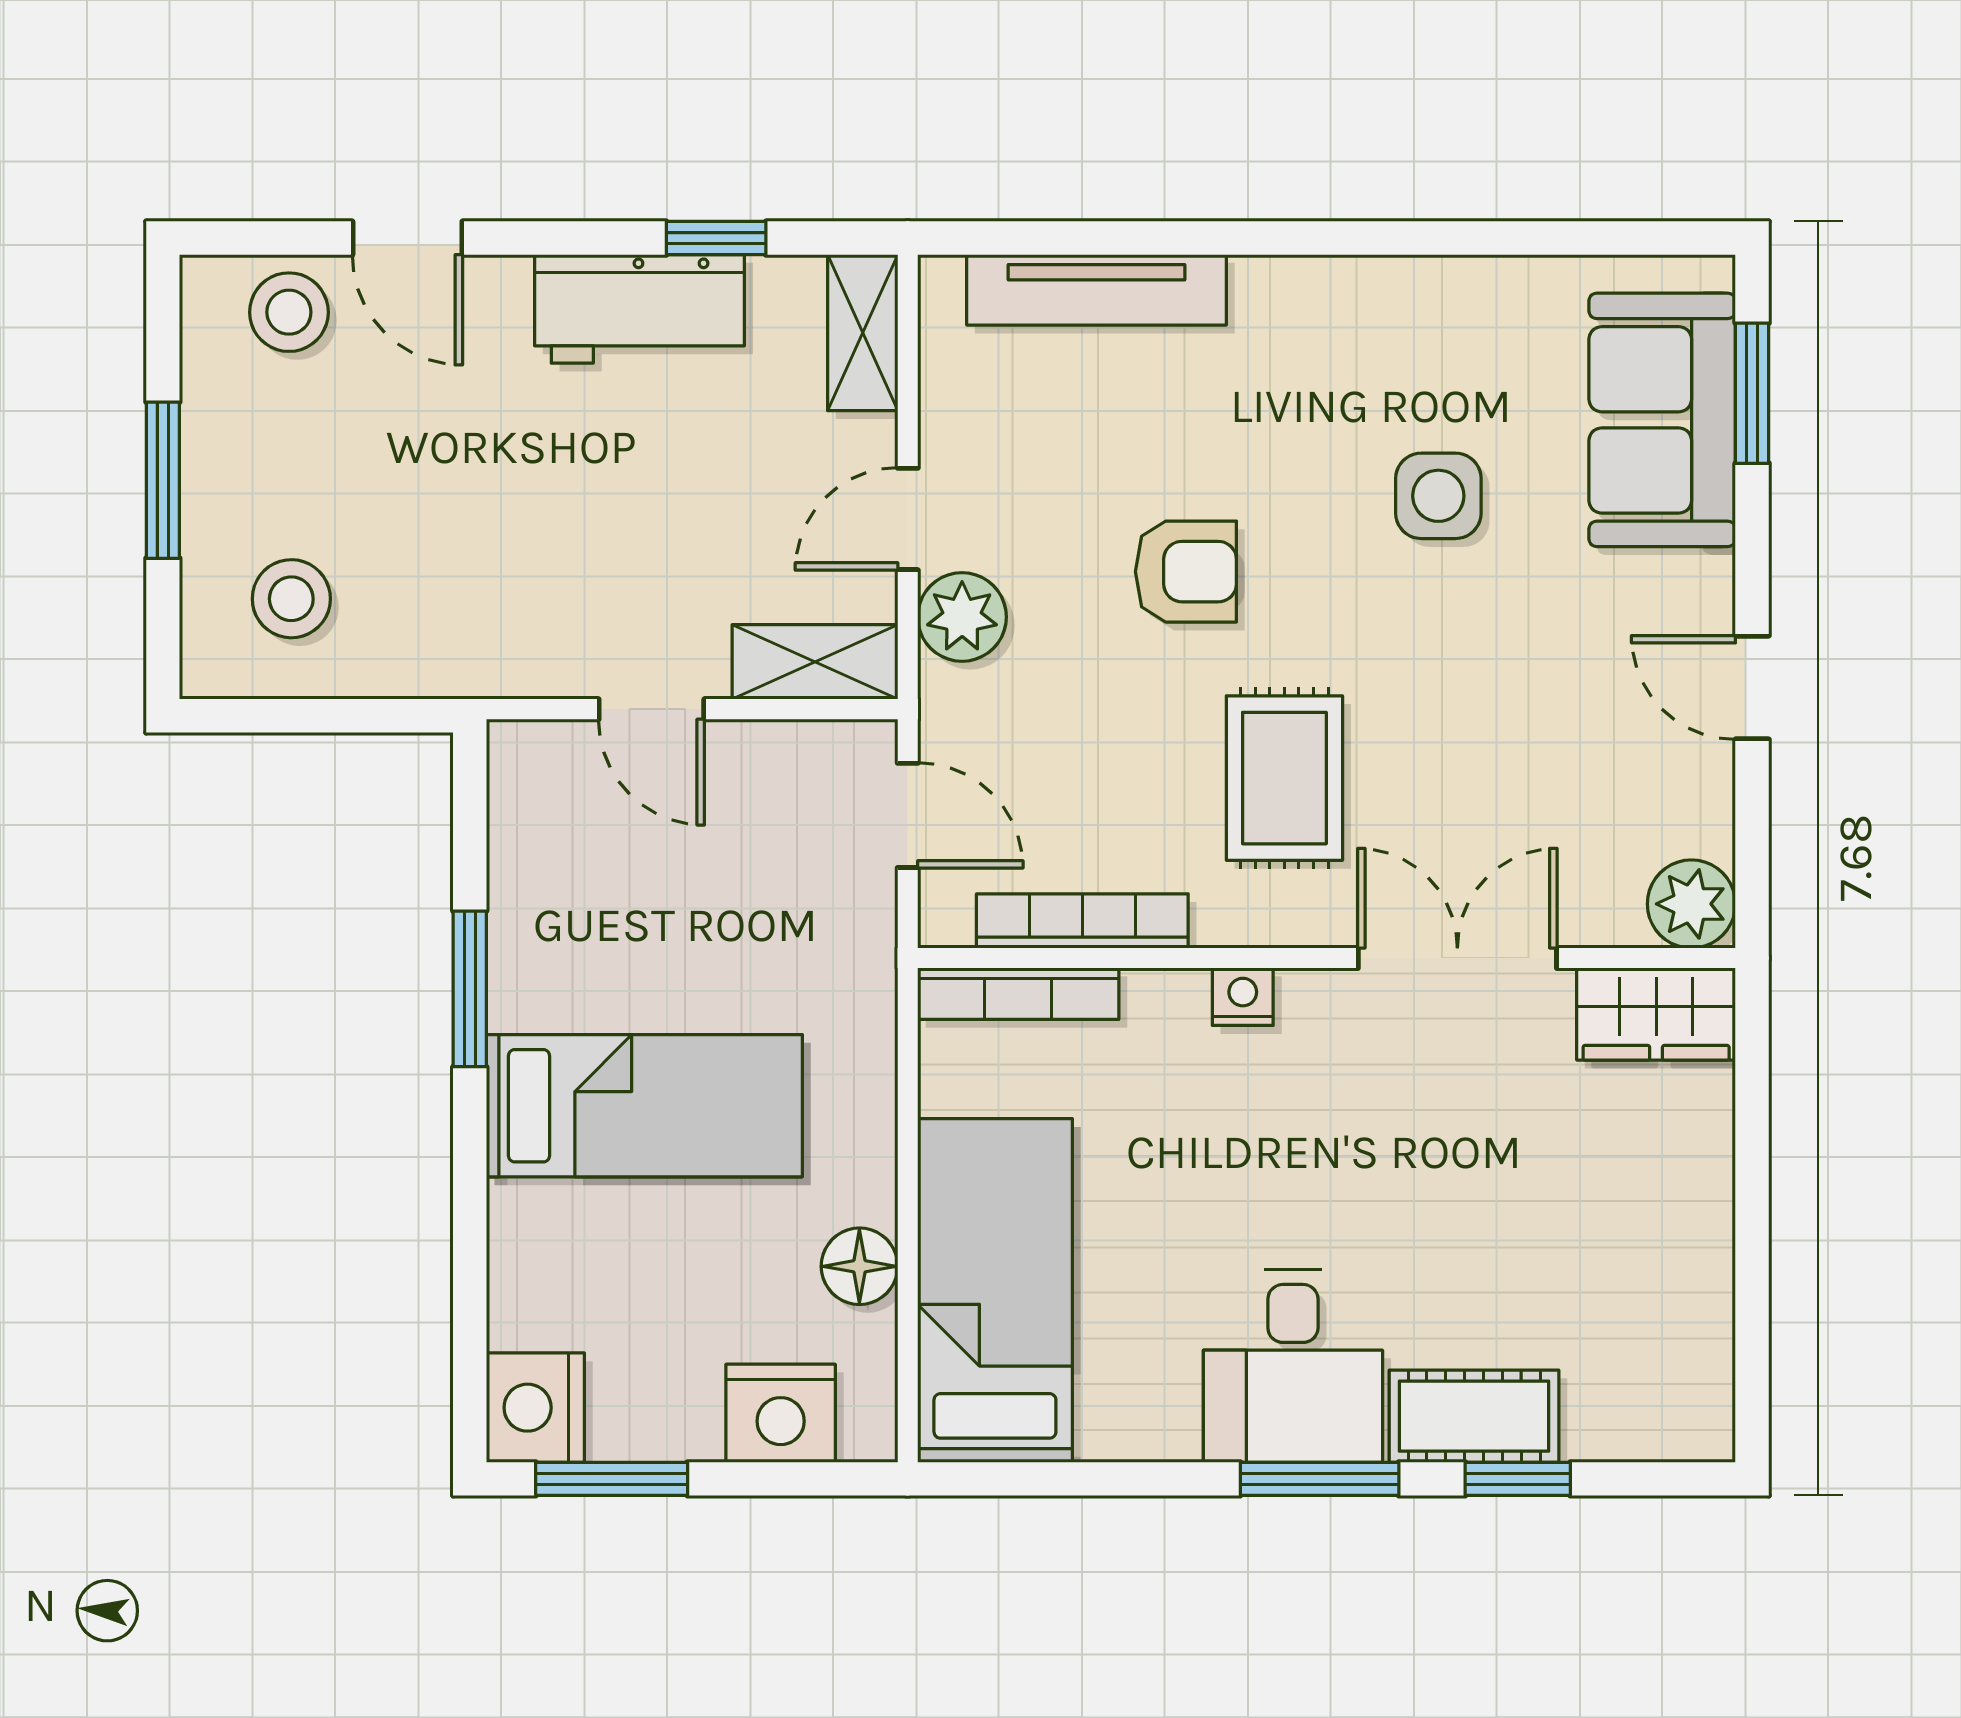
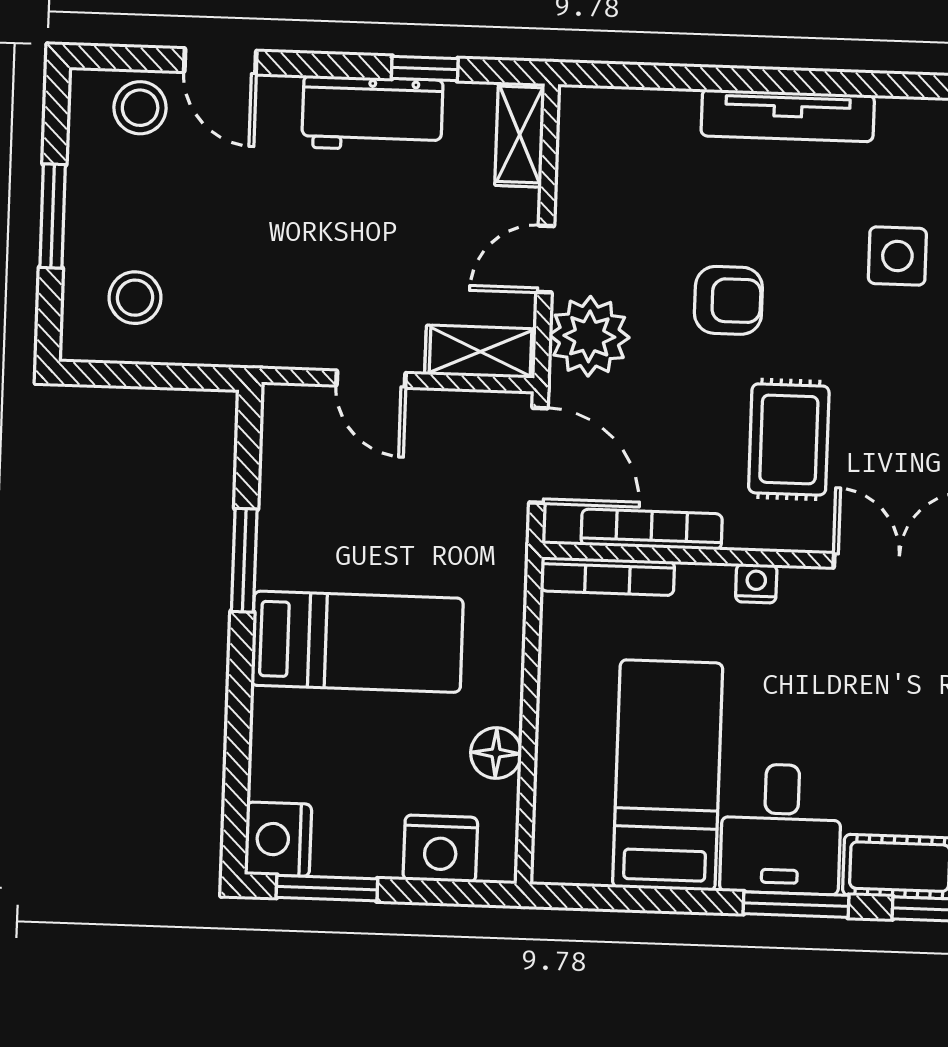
tv unit: (1096, 290) -> (788, 116), moved
plant: (962, 617) -> (589, 336), width x1.36, depth x1.36
door: (908, 815) -> (538, 455), width x1.38
bed: (995, 1291) -> (668, 775), moved

